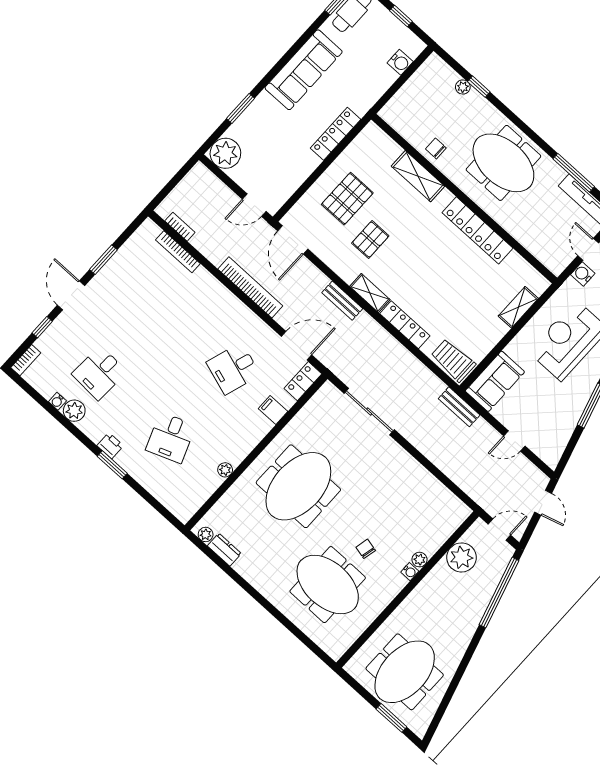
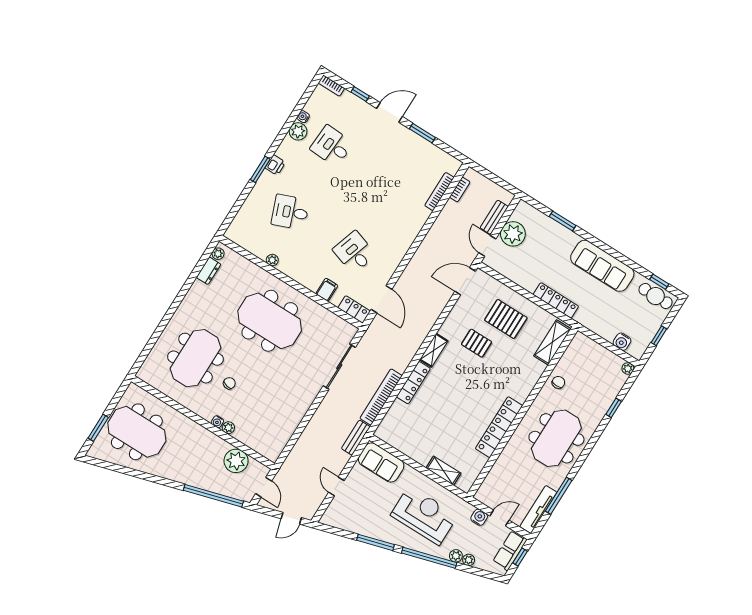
plant: (463, 87) -> (628, 368), moved
plant: (225, 153) -> (513, 234), moved
shelving: (418, 176) -> (552, 342), moved
bookcase: (250, 287) -> (381, 397), moved, turned 180
bench: (342, 301) -> (494, 217), moved
trolley: (453, 360) -> (392, 426), removed

